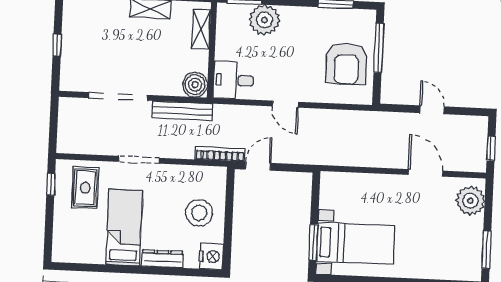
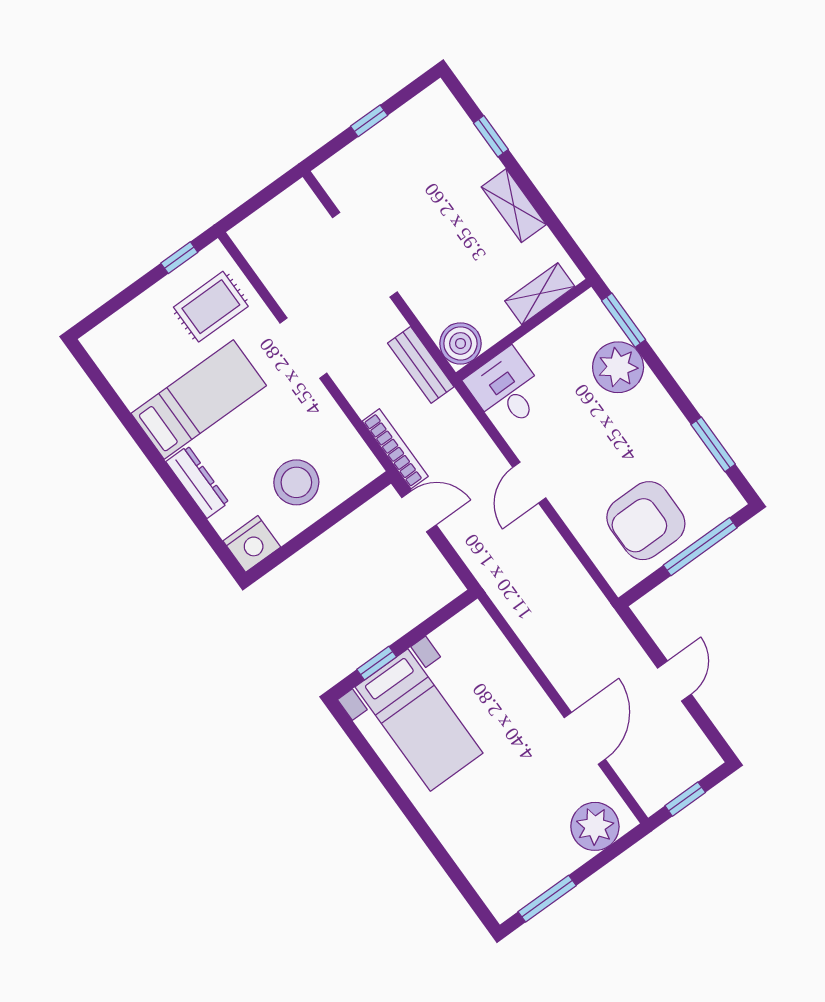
bench: (182, 111) -> (421, 365), width x0.73
window: (313, 242) -> (377, 663), width x0.67

